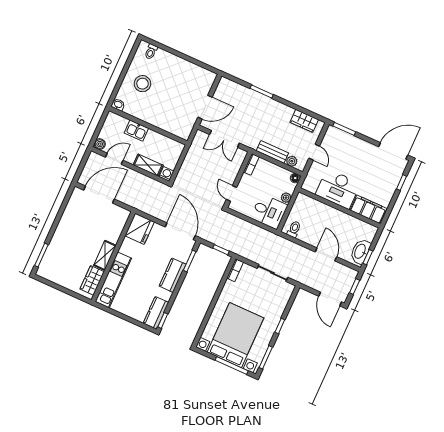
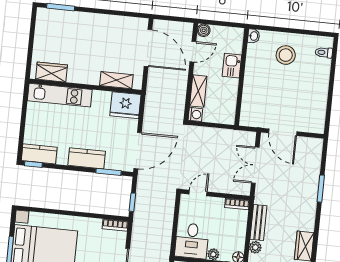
door: (114, 159) -> (193, 52), hinge flipped
shelving: (105, 255) -> (116, 80), moved

